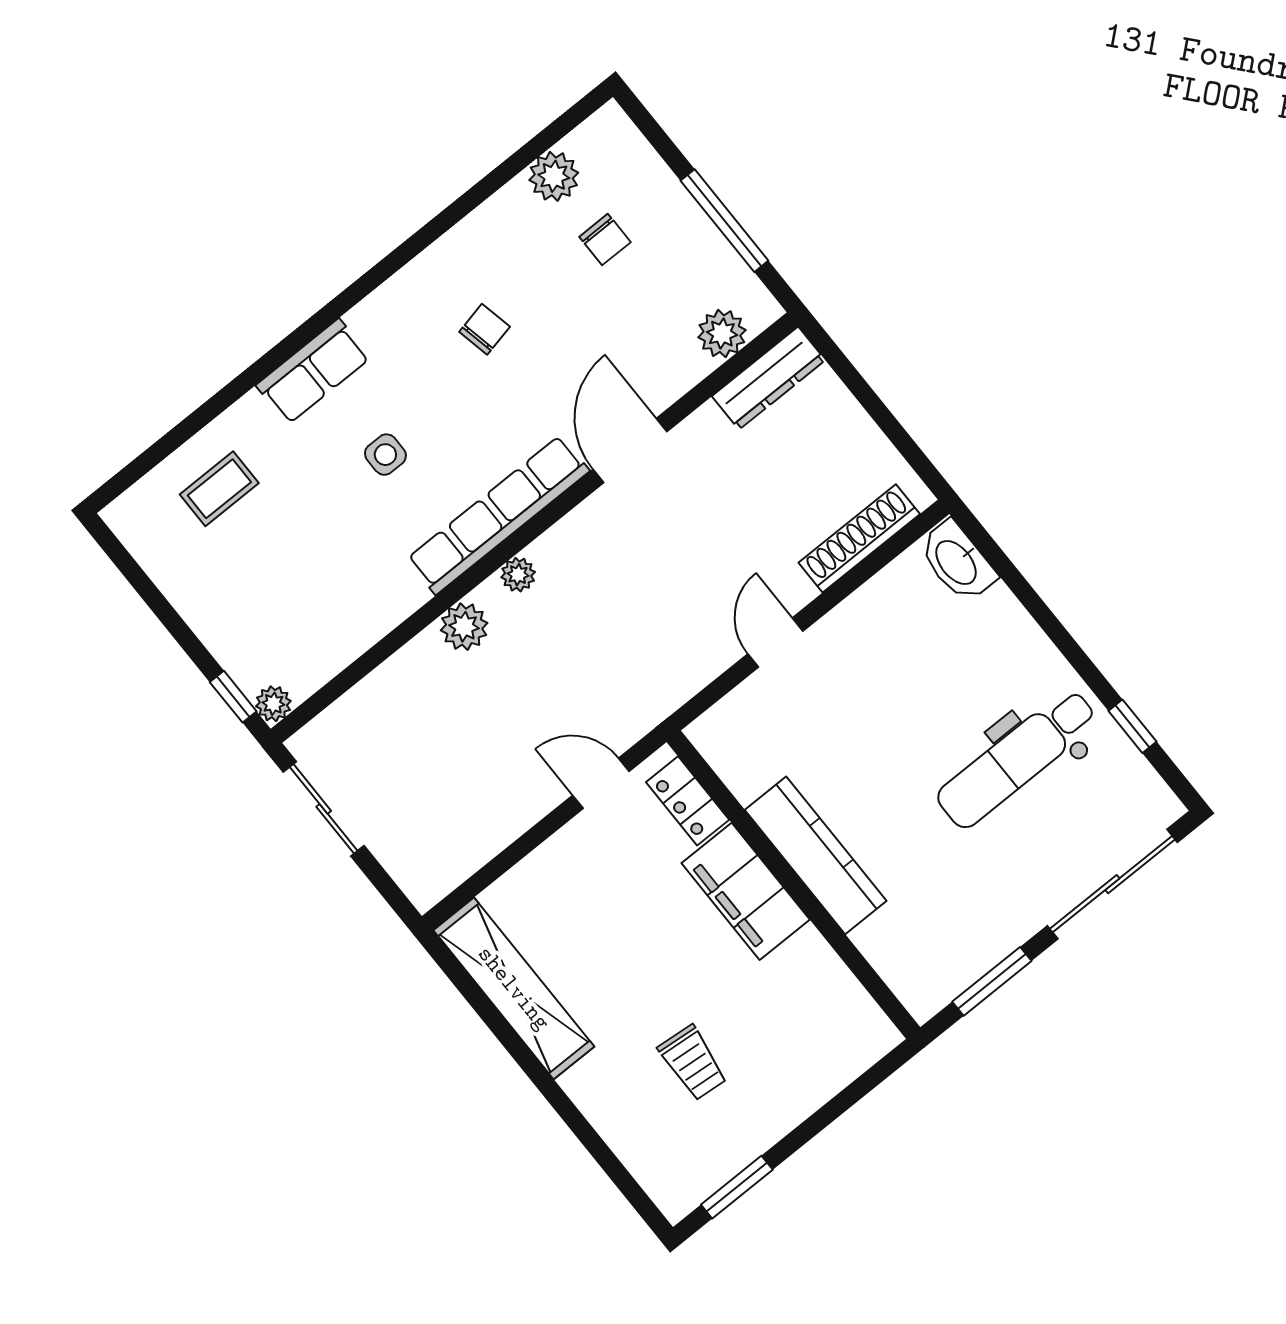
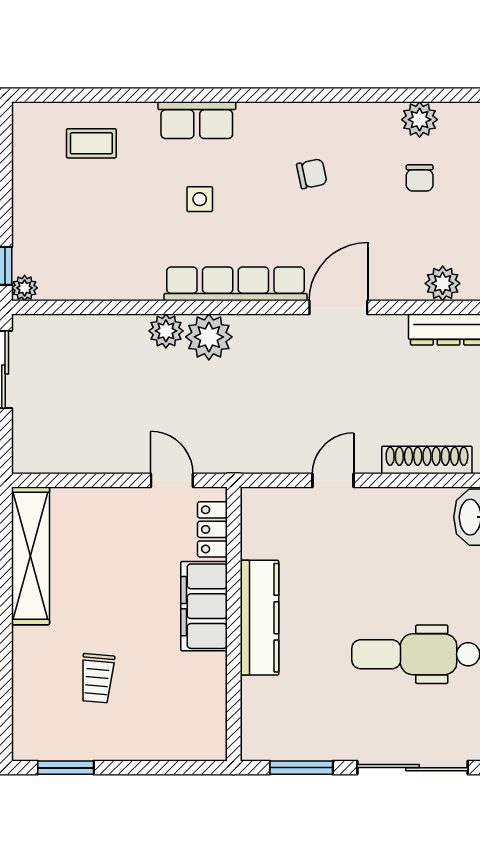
plant: (518, 575) -> (209, 337), width x1.87, depth x1.87

